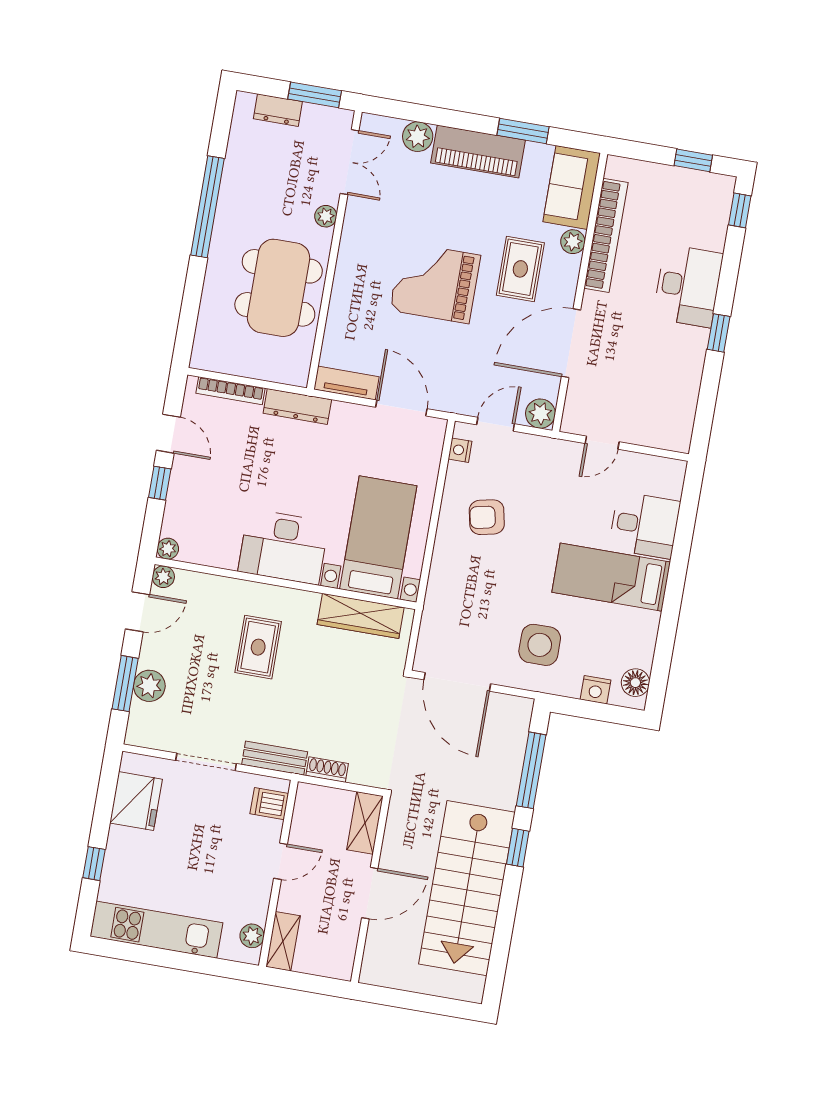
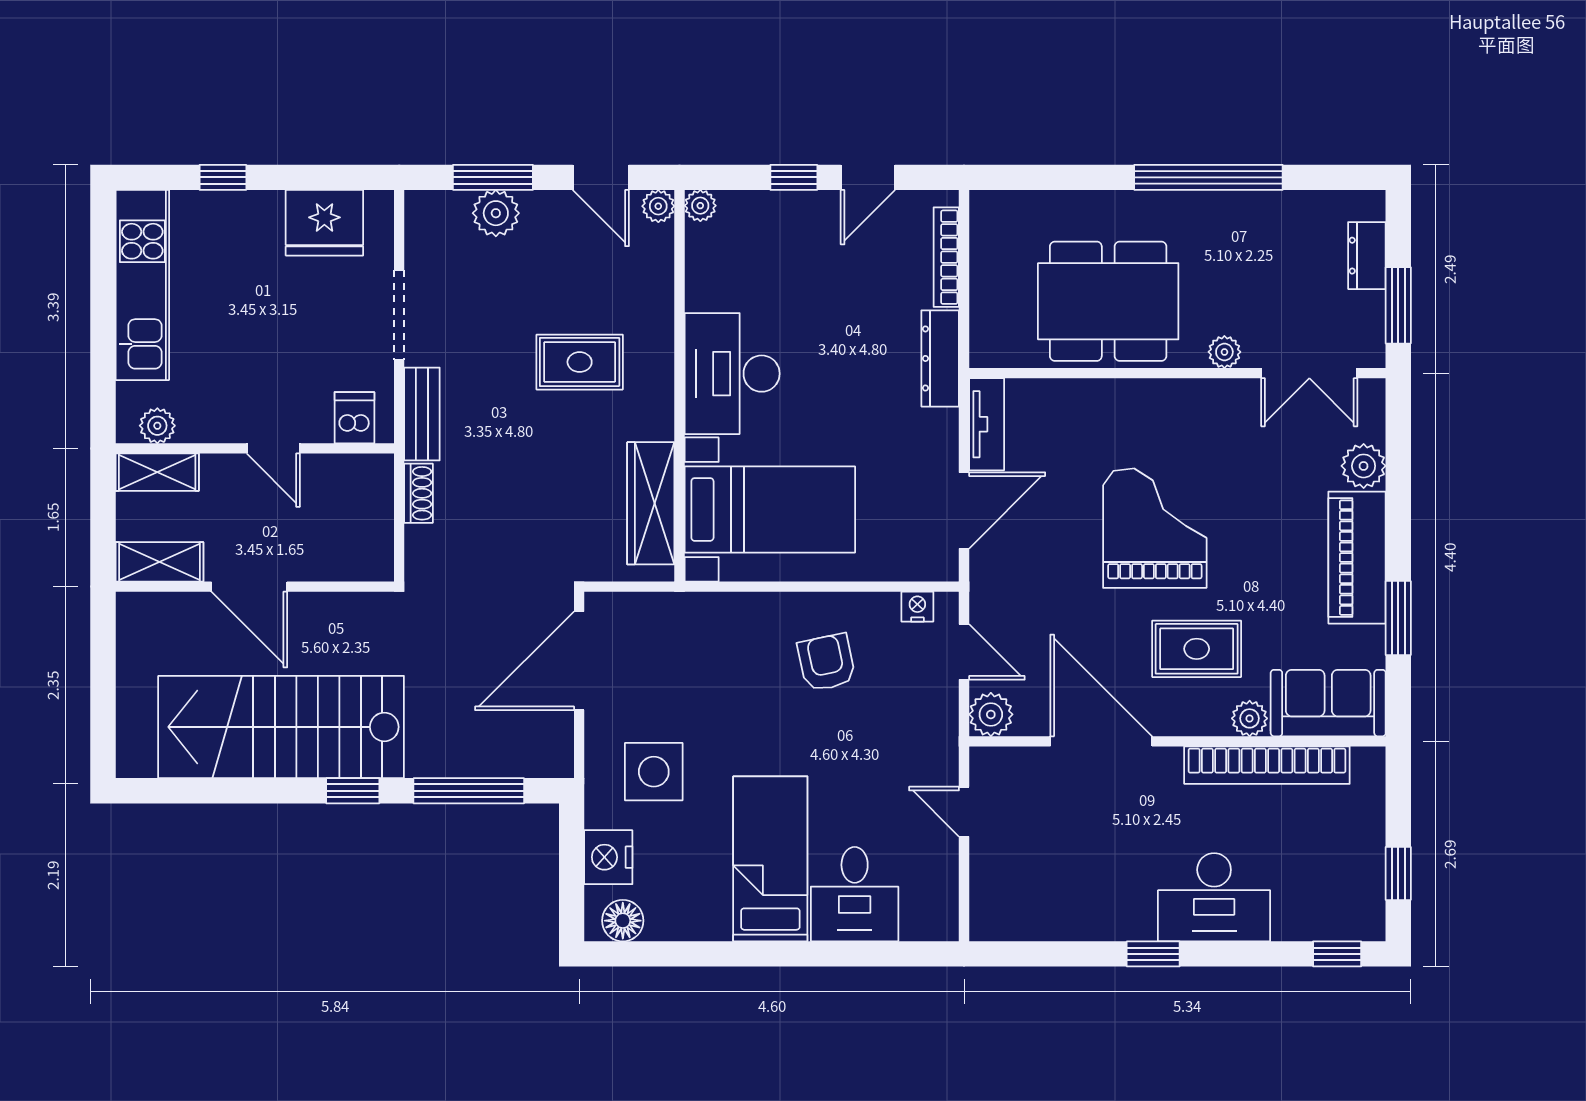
nightstand: (596, 690) -> (608, 857), width x1.36, depth x1.33
shelving: (365, 823) -> (159, 562), moved

